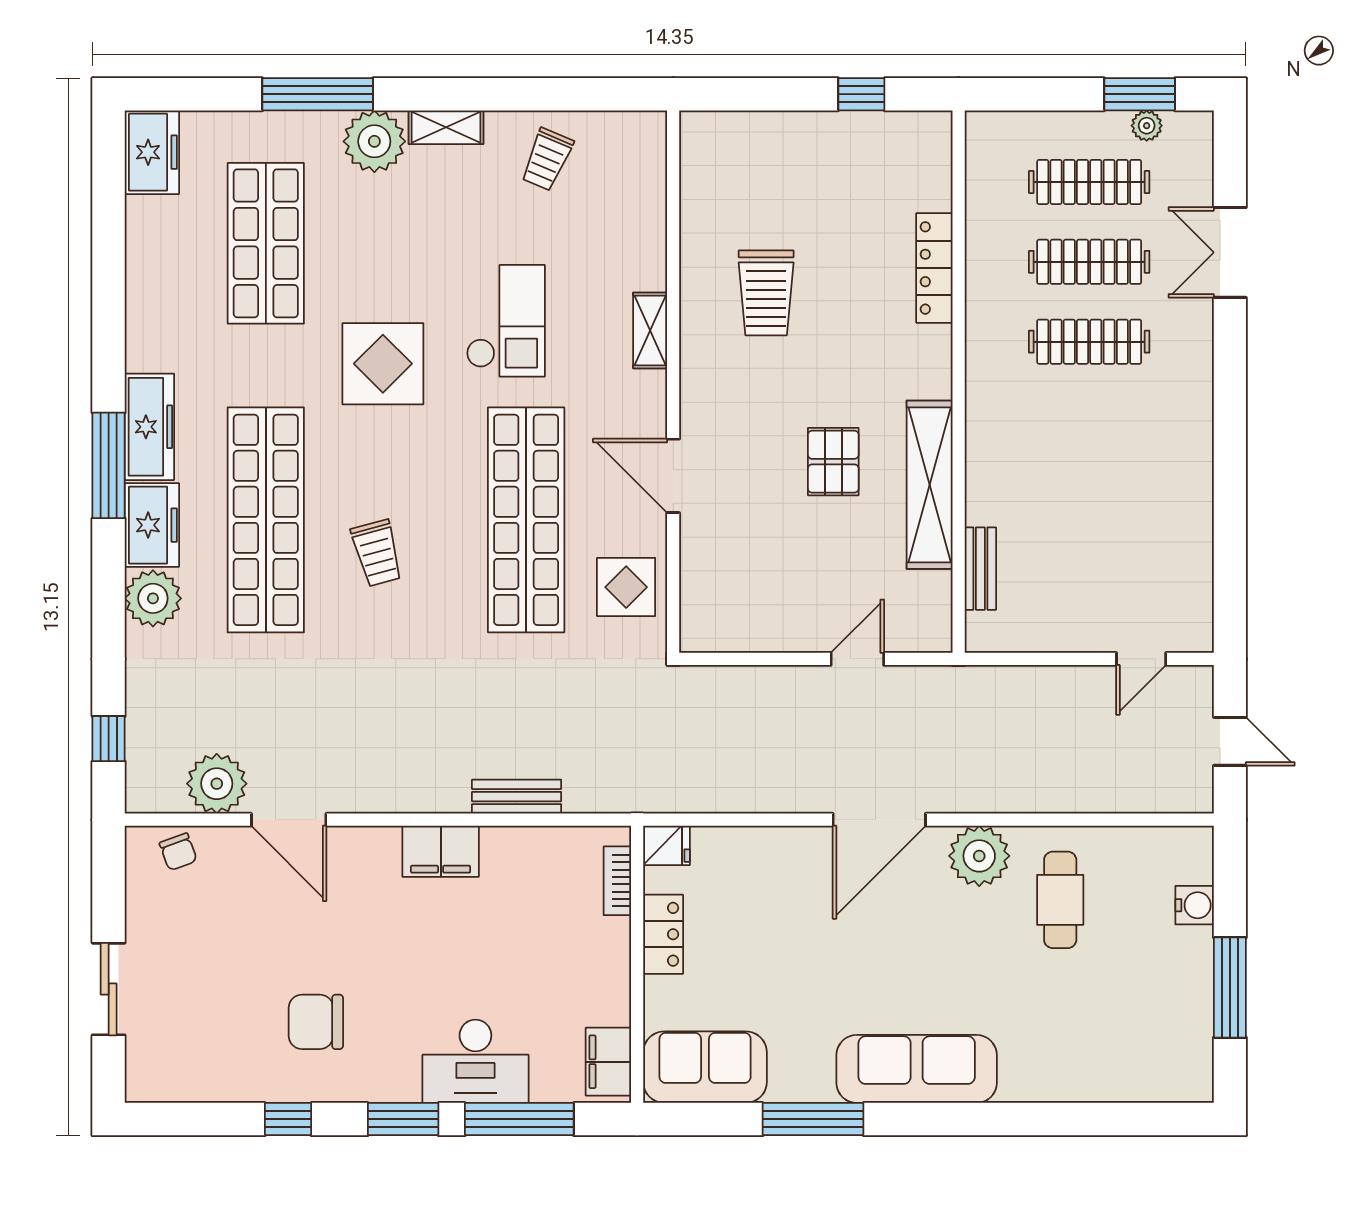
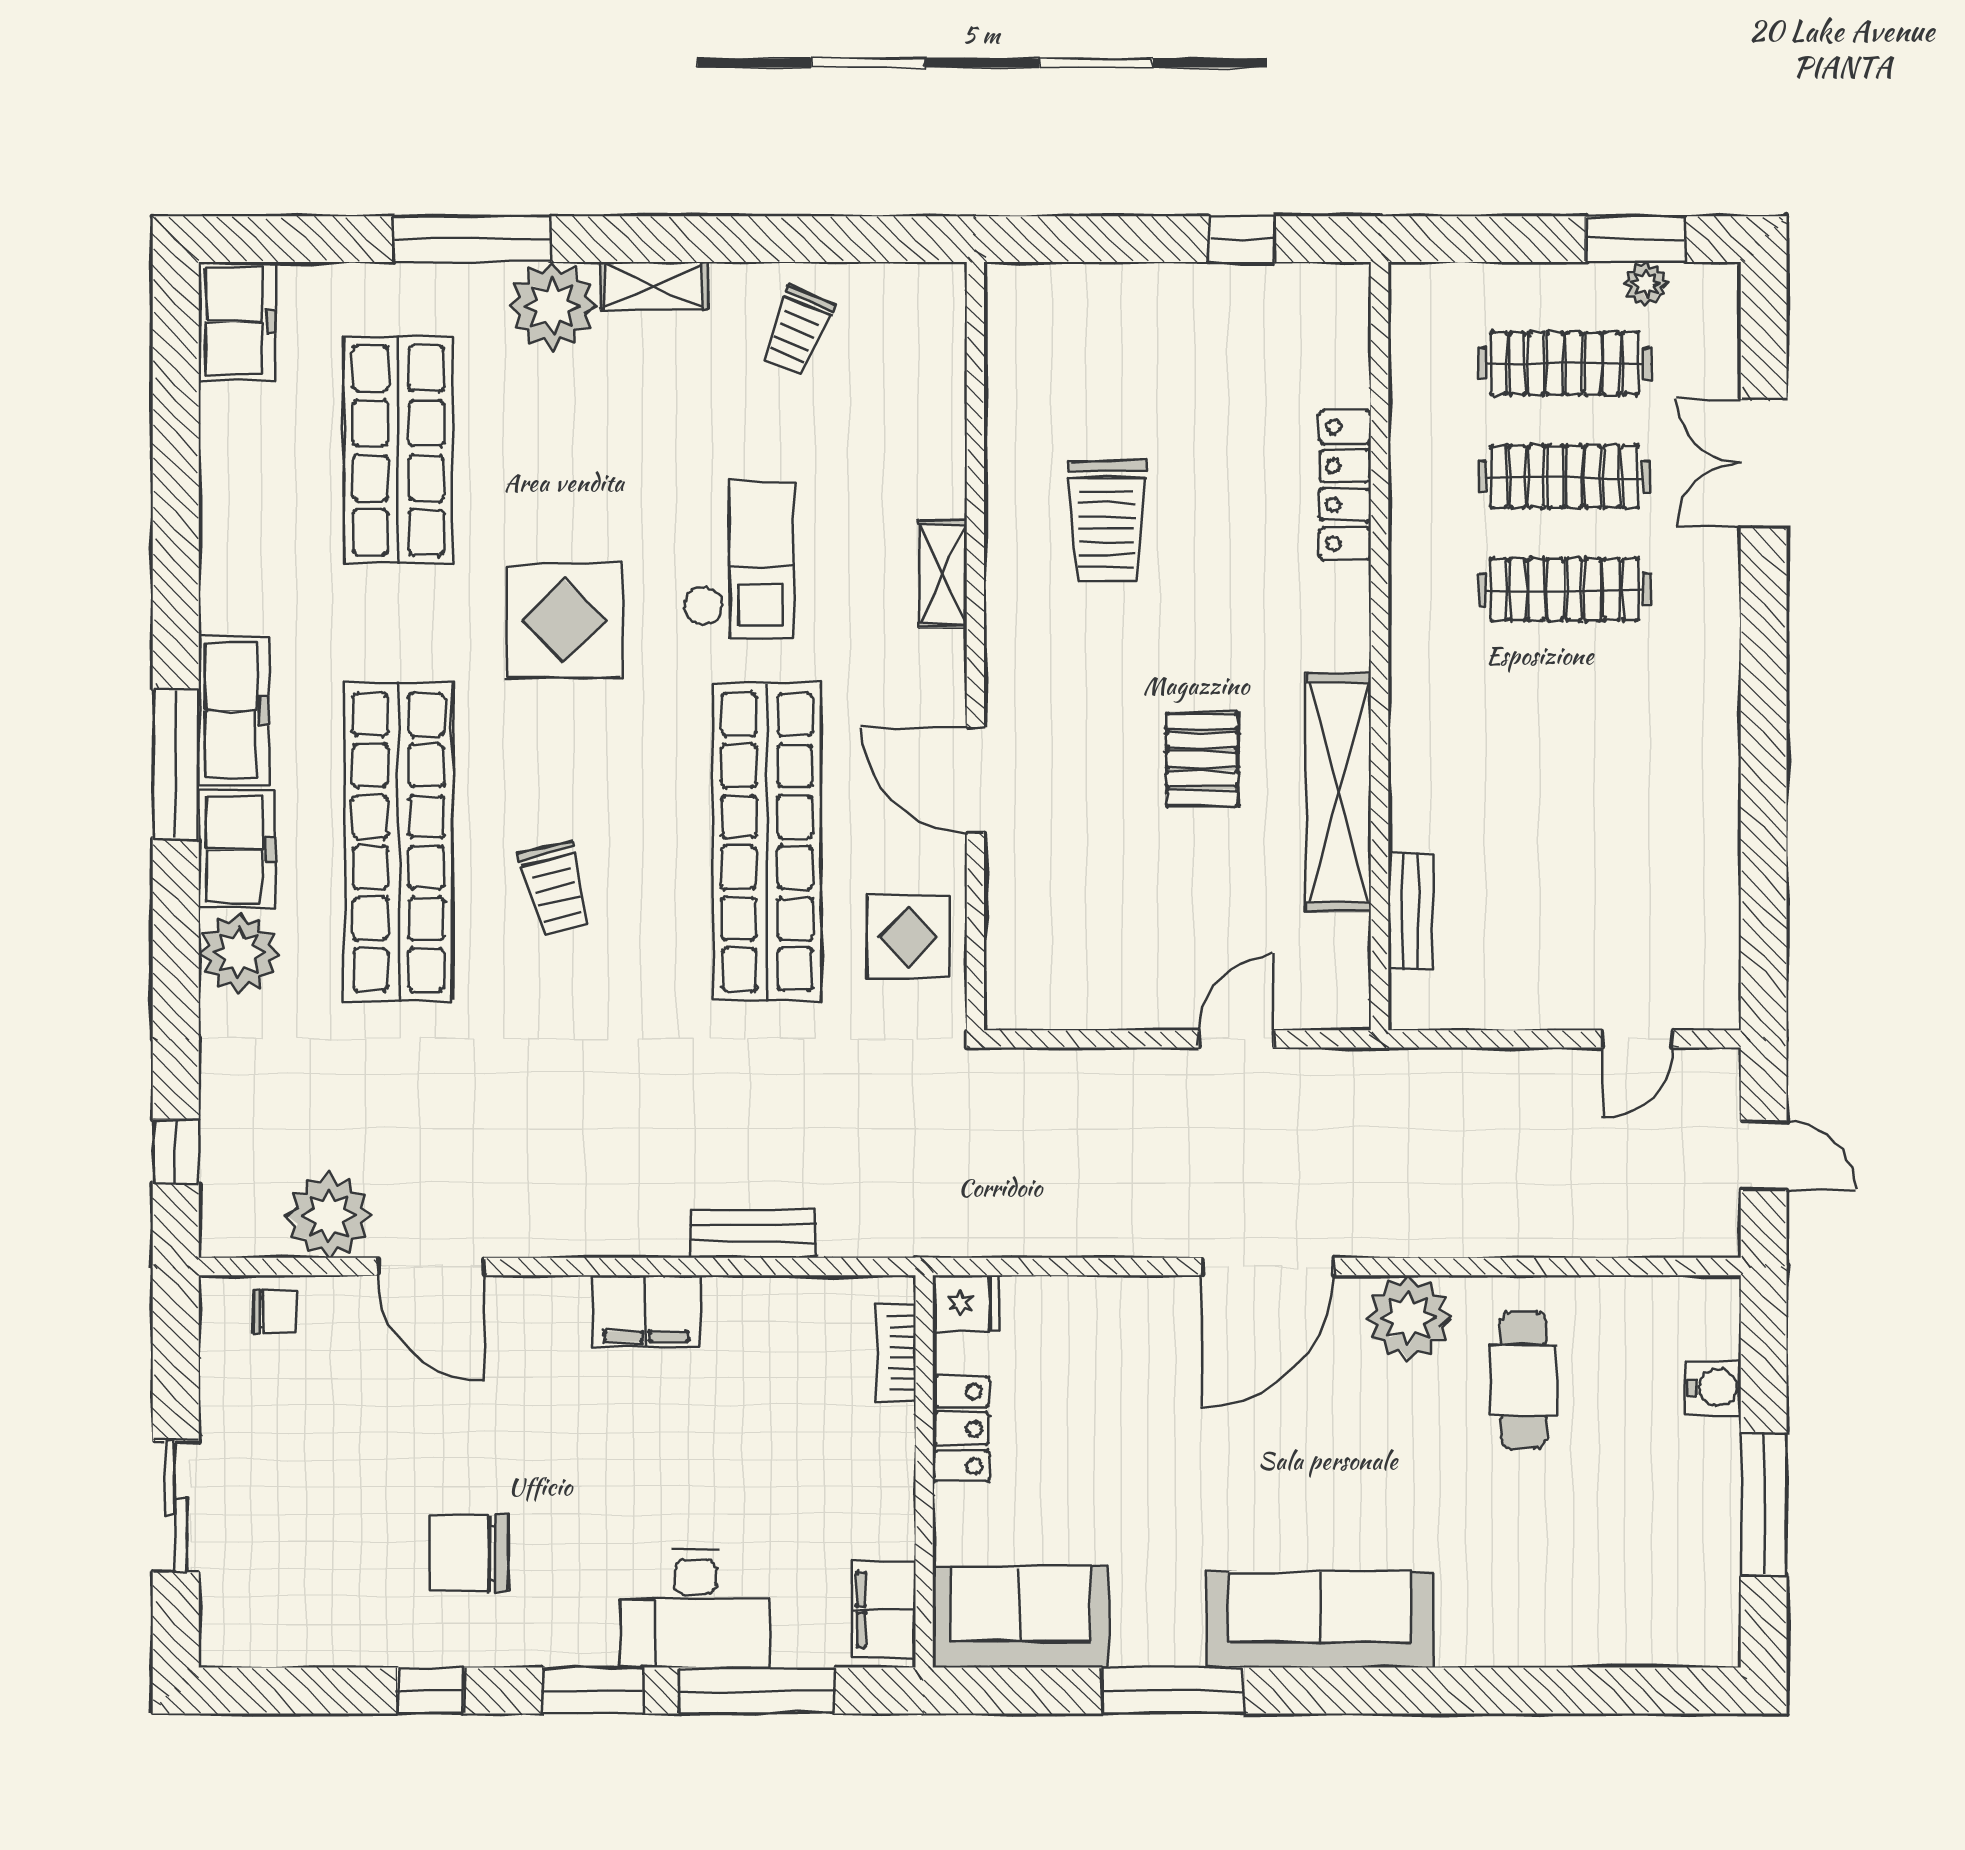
chair: (178, 852) -> (274, 1312), turned -70

